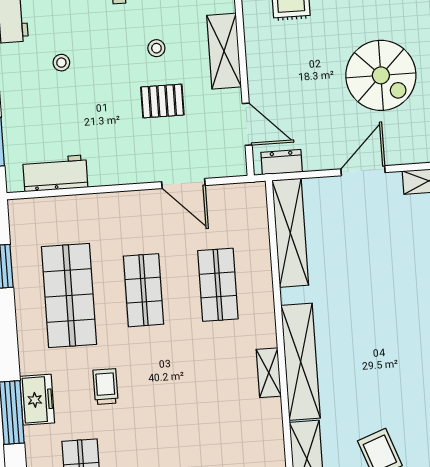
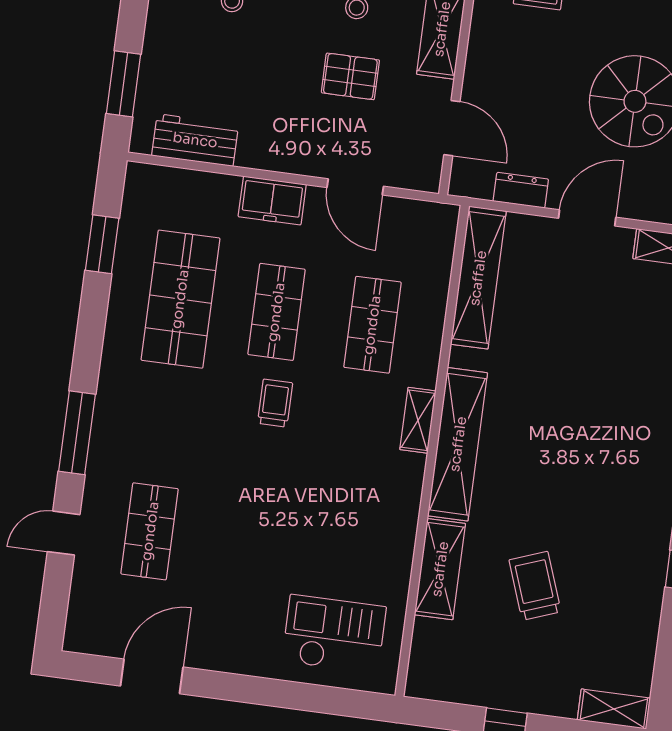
dresser: (282, 162) -> (521, 190), moved
shelving: (269, 373) -> (418, 420), moved
trolley: (106, 387) -> (275, 403), moved
freezer: (37, 400) -> (272, 201), moved, turned 90

